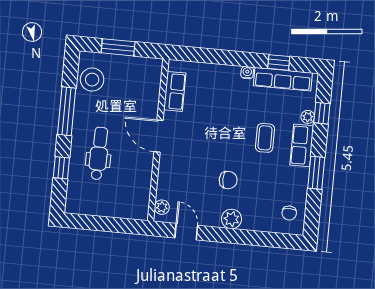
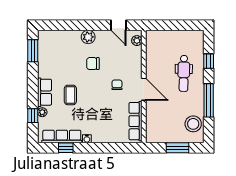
row of seats: (175, 91) -> (136, 121), width x1.48
window: (316, 173) -> (33, 51), moved
chair: (289, 213) -> (117, 85), moved

